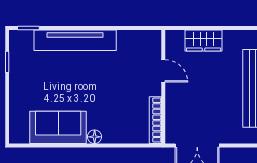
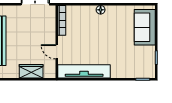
tv unit: (75, 40) -> (84, 71), moved
sofa: (58, 127) -> (145, 27), moved, turned 90

